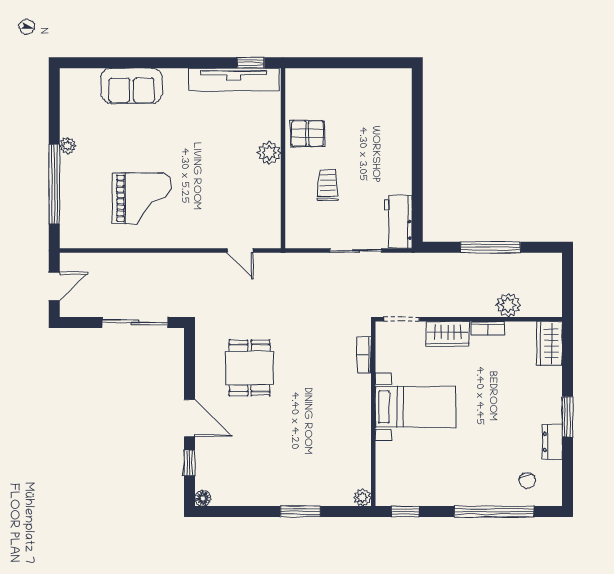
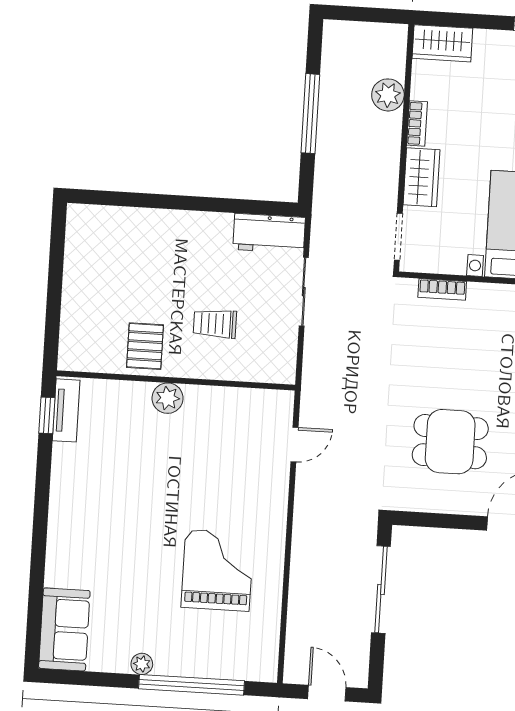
tv unit: (234, 80) -> (66, 410), width x0.52, depth x0.78
sofa: (132, 86) -> (64, 629), moved

